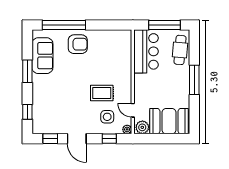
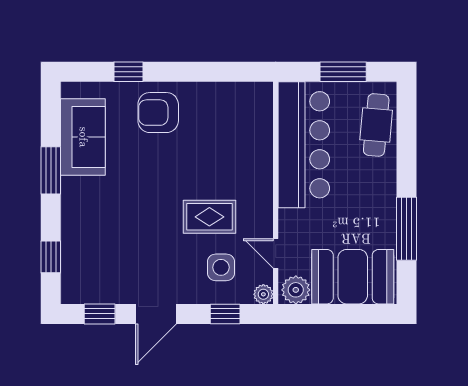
window: (64, 25) -> (129, 72), width x0.32
window: (164, 25) -> (343, 72), width x0.69
armchair: (78, 44) -> (158, 113), turned 180
bar counter: (146, 51) -> (304, 145), width x1.36
window: (194, 80) -> (407, 229), moved
door: (77, 139) -> (156, 314), hinge flipped

